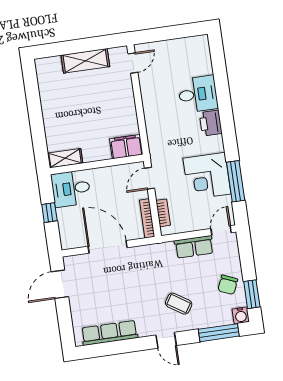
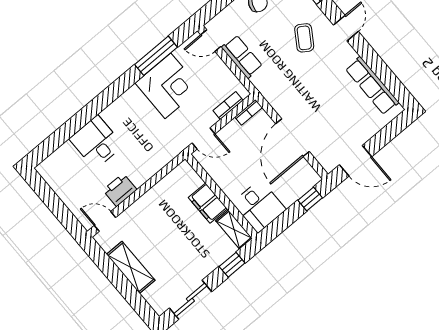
sliding door: (32, 91) -> (190, 300), added
printer: (211, 123) -> (120, 190), moved, turned 180
window: (39, 140) -> (232, 265), added
filing cabinet: (126, 147) -> (208, 203), moved
window: (49, 213) -> (310, 199), moved
bookcase: (147, 218) -> (249, 112), width x0.64

